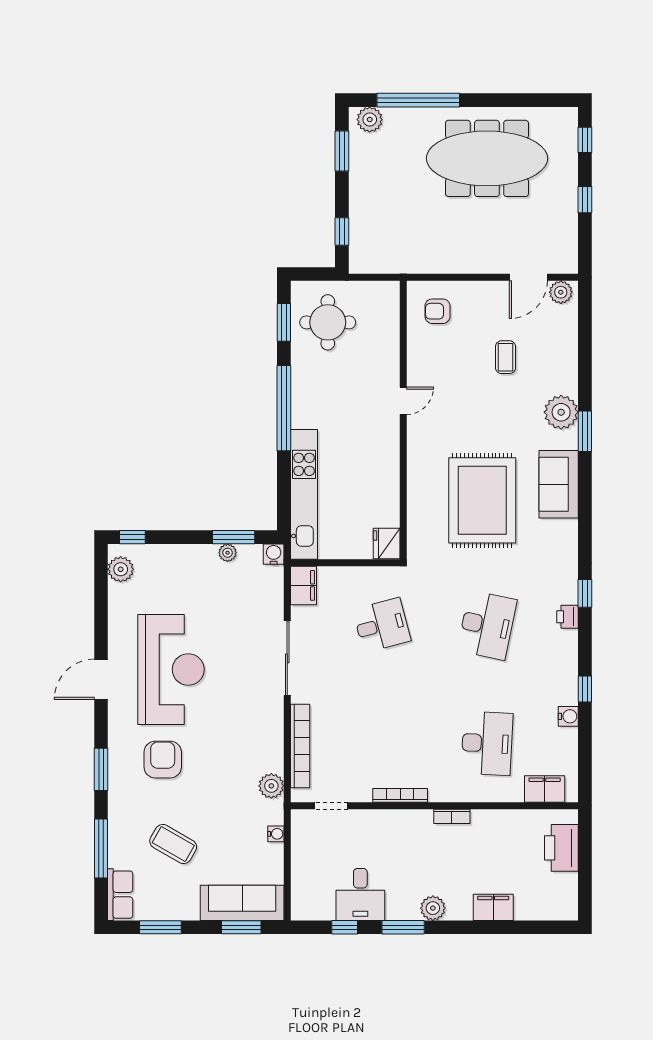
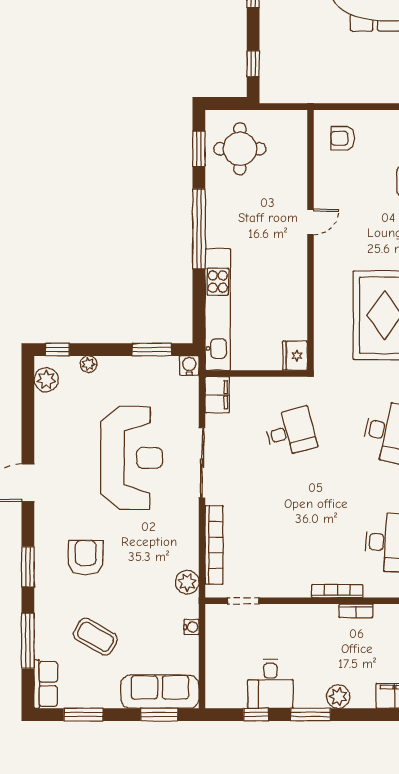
plant: (228, 553) -> (89, 364), moved
reception desk: (171, 669) -> (132, 458), moved
bookcase: (400, 795) -> (337, 591), moved

